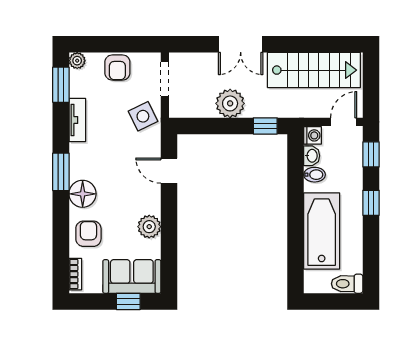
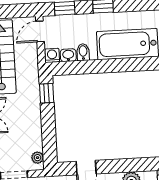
plant: (230, 103) -> (38, 158), moved, width x0.53, depth x0.53
door: (344, 122) -> (40, 31), hinge flipped

